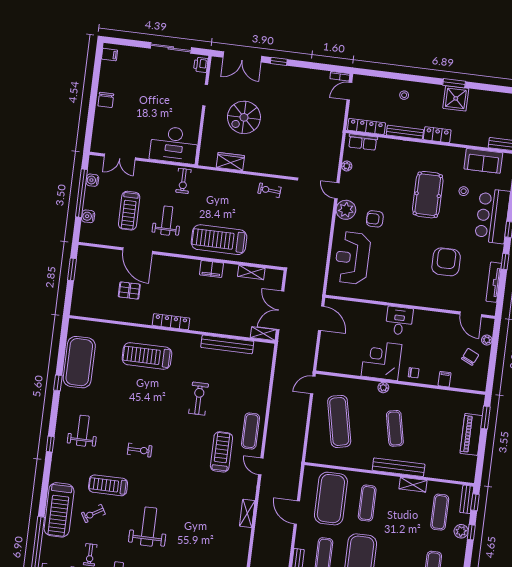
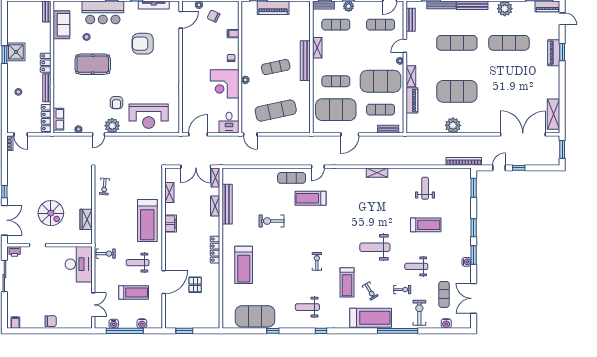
desk: (399, 321) -> (229, 123), moved, turned -90
shelving: (227, 329) -> (215, 206), added
shelving: (247, 513) -> (377, 173), moved

